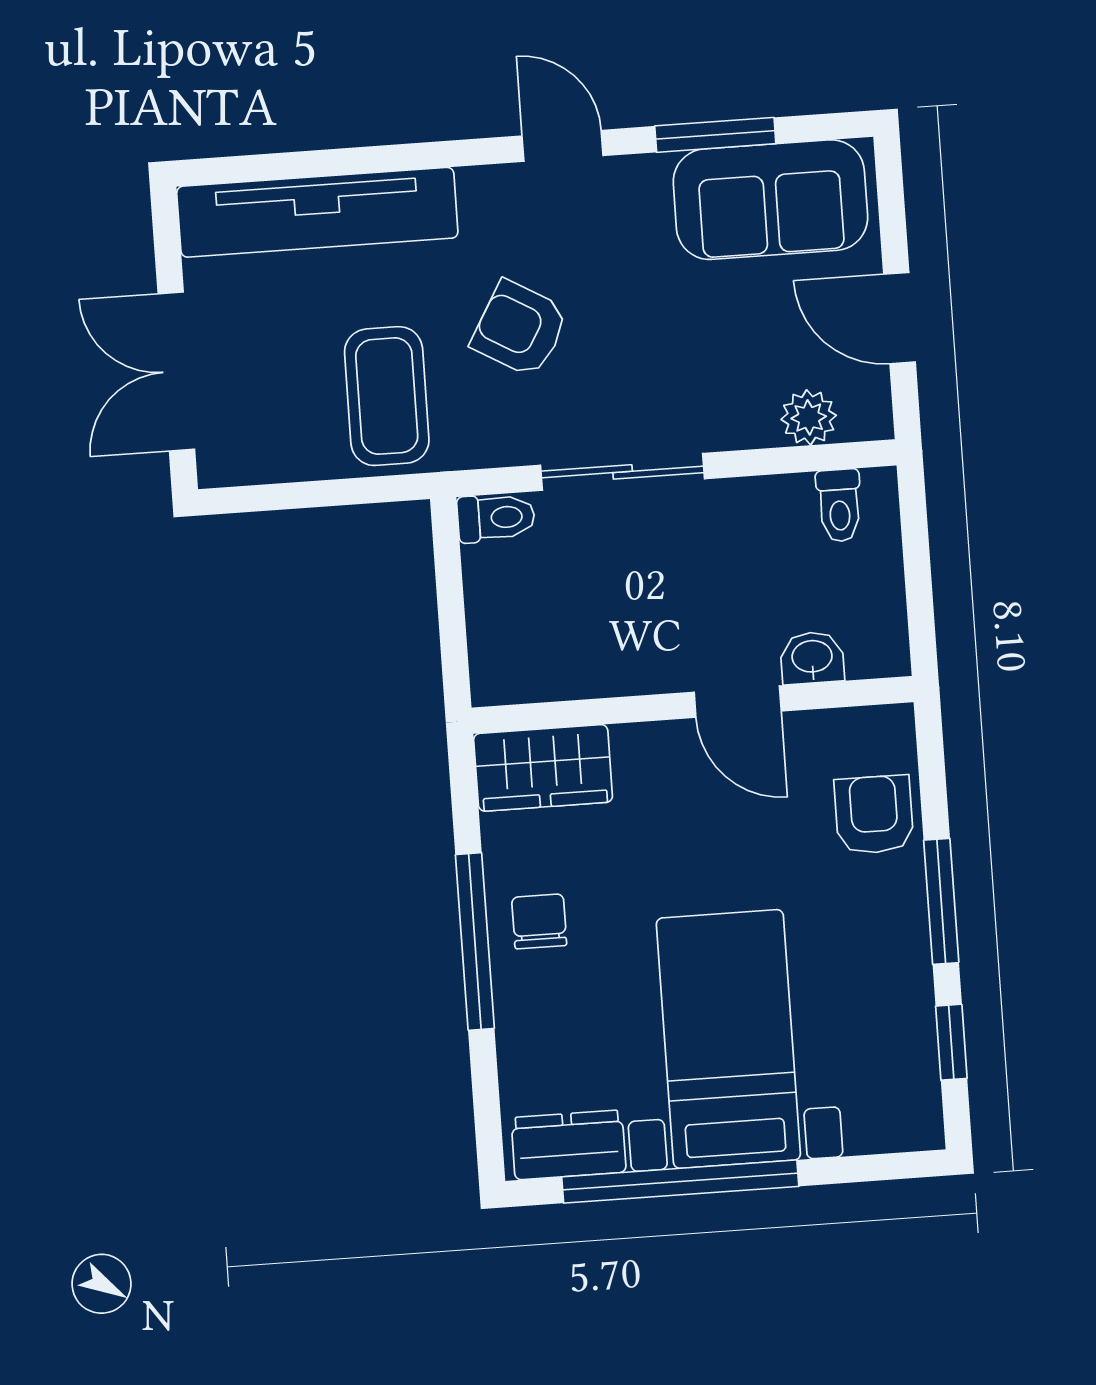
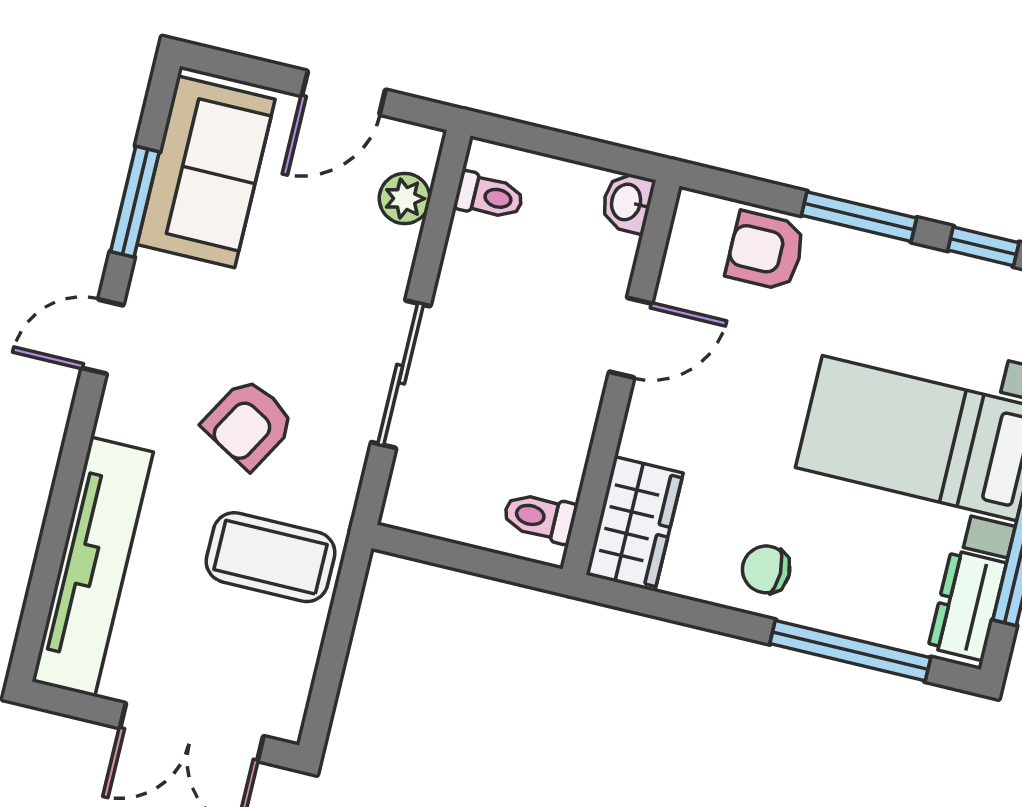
toilet: (496, 518) -> (540, 517), moved, turned -90
washbasin: (812, 658) -> (627, 202), moved
window: (475, 941) -> (850, 651), moved

